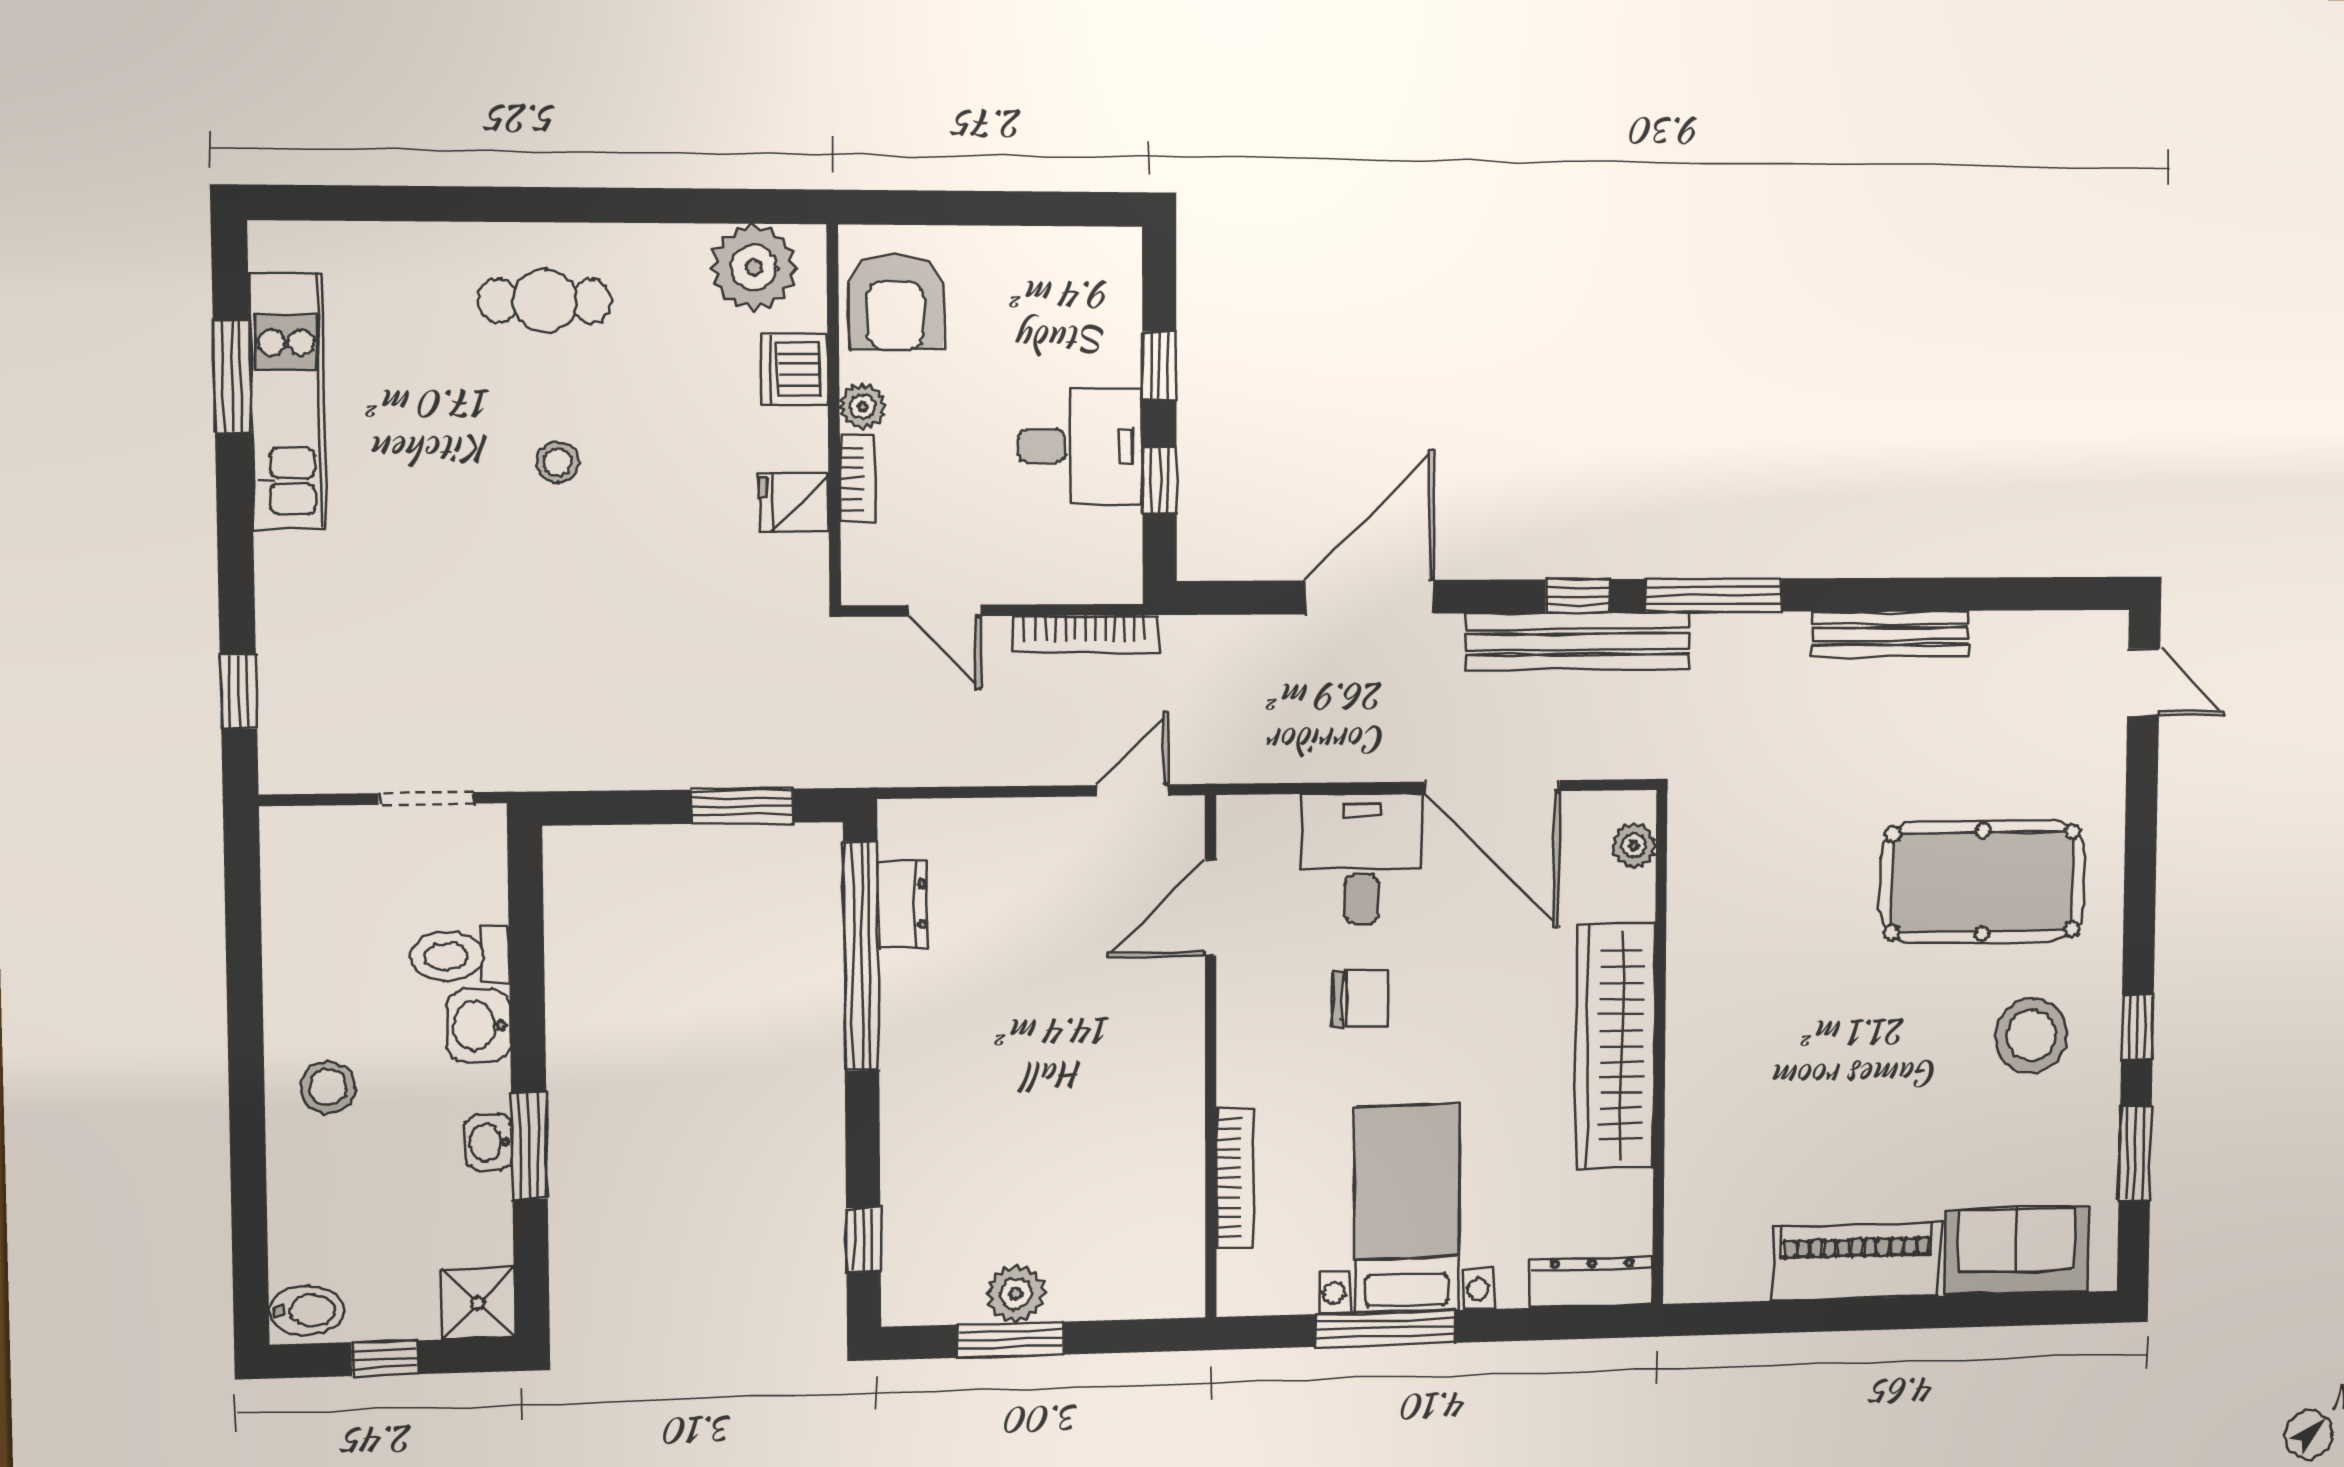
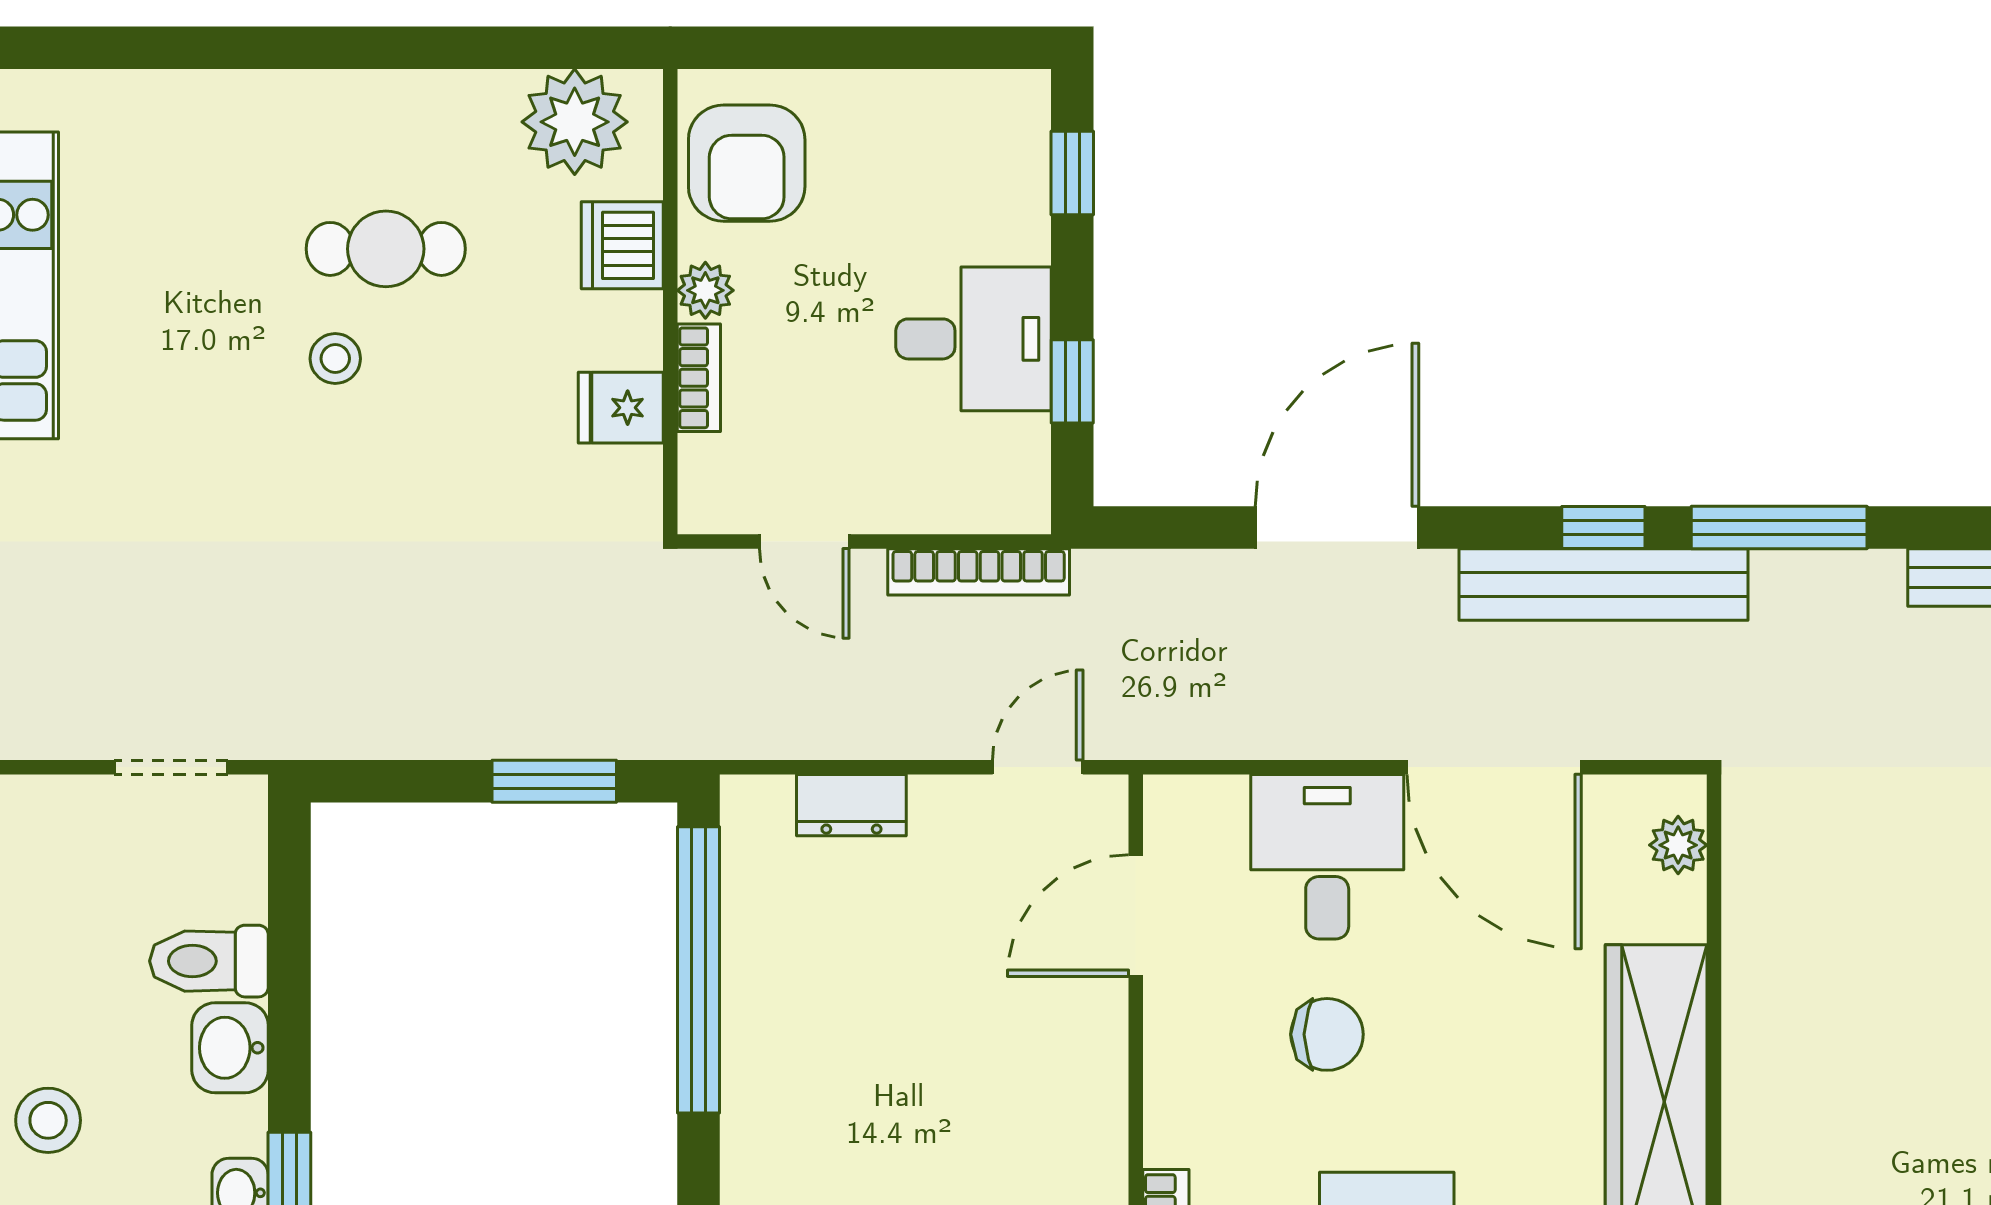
cafe table: (545, 301) -> (386, 249), moved
window: (1159, 366) -> (1072, 173), moved
dresser: (903, 904) -> (851, 805), moved, turned 90

